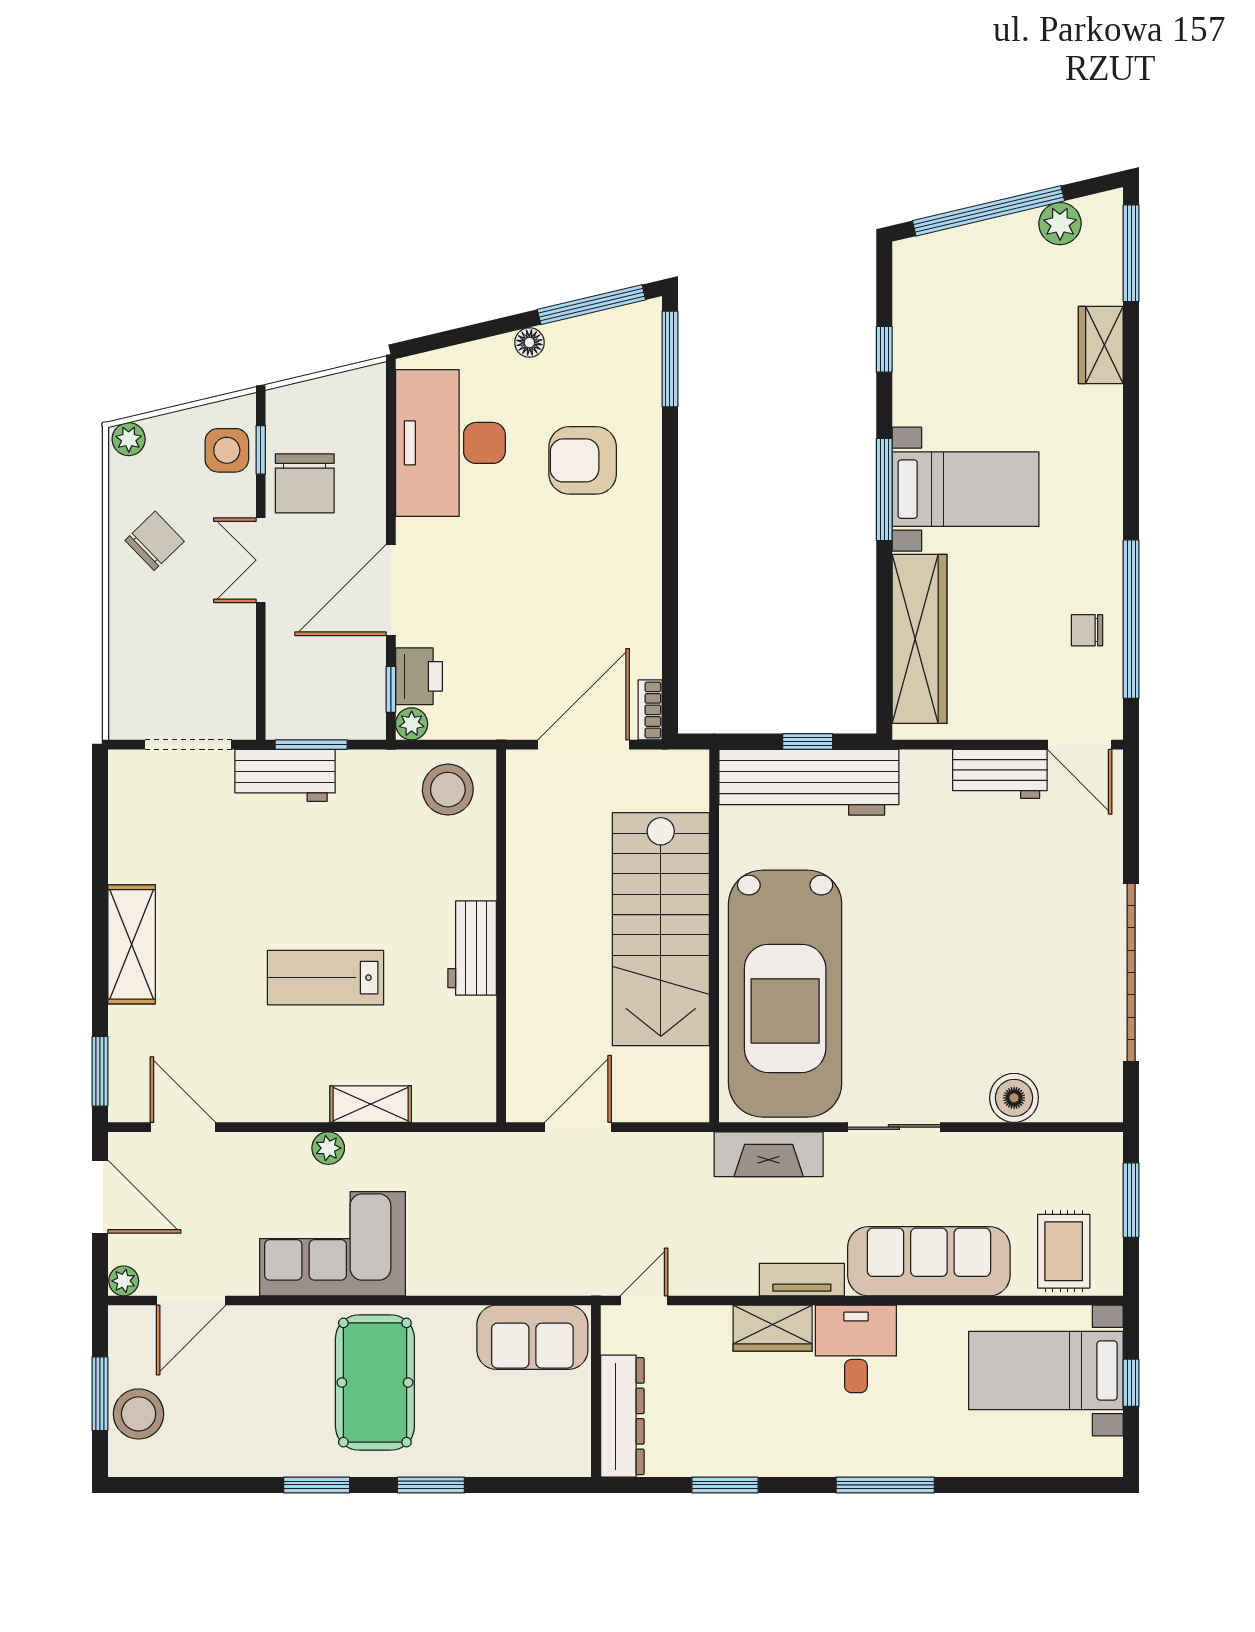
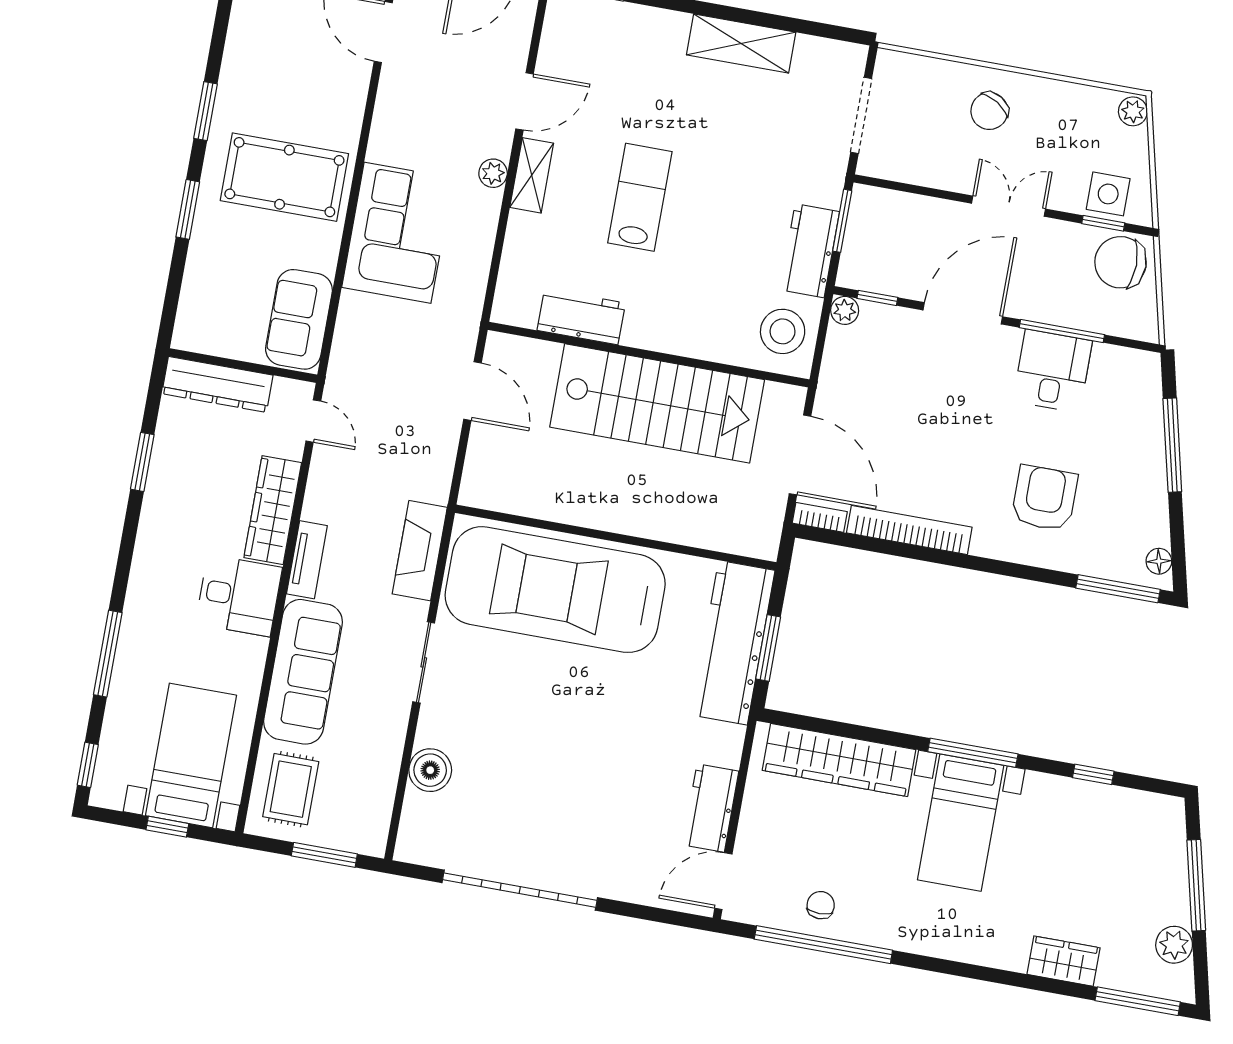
window: (988, 211) -> (1196, 885), width x0.68
window: (591, 305) -> (1172, 445), moved
floor lamp: (529, 343) -> (1159, 561), moved
desk: (450, 443) -> (1052, 371), width x0.53, depth x0.77
window: (391, 475) -> (1062, 331), added
chair: (305, 483) -> (1121, 262), moved
chair: (155, 541) -> (989, 111), moved, turned 76
door: (391, 590) -> (963, 313), hinge flipped
bookcase: (646, 606) -> (909, 530), added
printer: (419, 676) -> (884, 324), removed
window: (808, 742) -> (768, 648), width x1.50
workbench: (285, 775) -> (810, 251), moved
stairs: (661, 929) -> (657, 403), moved, turned 180
shelving: (132, 944) -> (741, 43), moved
workbench: (472, 948) -> (581, 317), moved
shelving: (371, 1104) -> (532, 175), moved
door: (183, 1127) -> (525, 101), moved
corner sofa: (333, 1244) -> (398, 233), moved
rug: (1064, 1251) -> (291, 789), turned 90
wardrobe: (773, 1328) -> (273, 510), width x1.50
window: (885, 1485) -> (108, 654), moved
window: (1078, 1485) -> (88, 765), added

